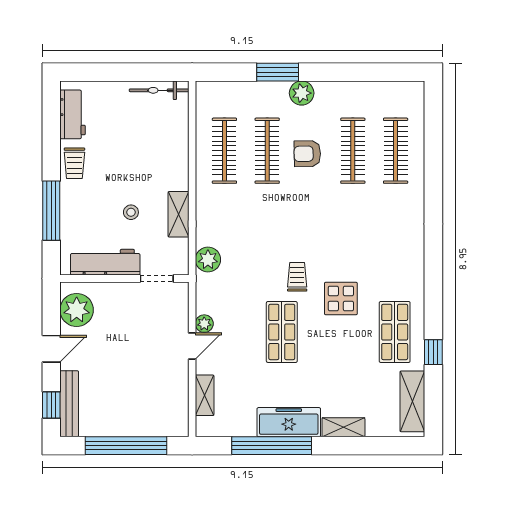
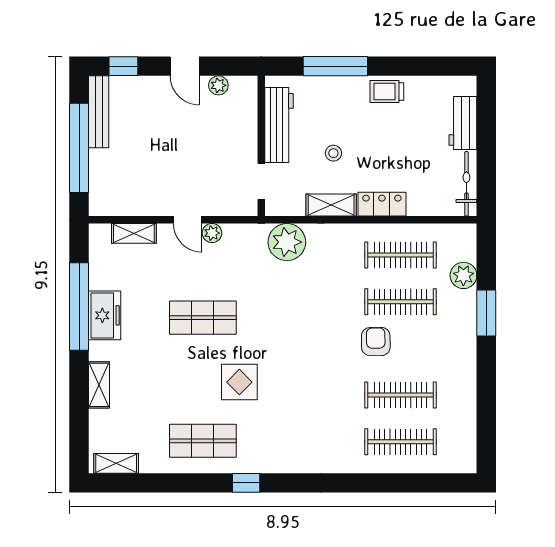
plant: (302, 93) -> (463, 275), moved
workbench: (73, 114) -> (463, 123), moved, turned 90
armchair: (307, 154) -> (376, 342), moved
locker: (178, 168) -> (382, 204), added
plant: (208, 260) -> (287, 242), width x1.36, depth x1.36
trolley: (297, 277) -> (263, 334), removed
plant: (77, 310) -> (218, 85), width x0.53, depth x0.53
window: (433, 352) -> (246, 483), moved
shelving: (412, 401) -> (116, 463), width x0.67, depth x0.75
bench: (69, 404) -> (99, 112), moved, turned 90
freezer: (289, 422) -> (105, 315), width x0.71

